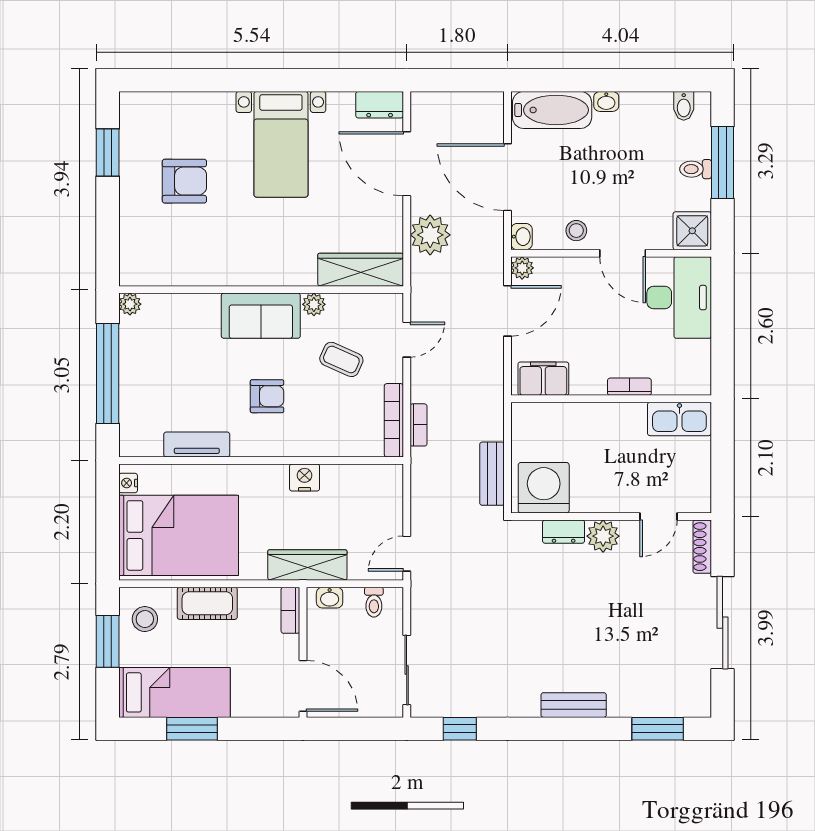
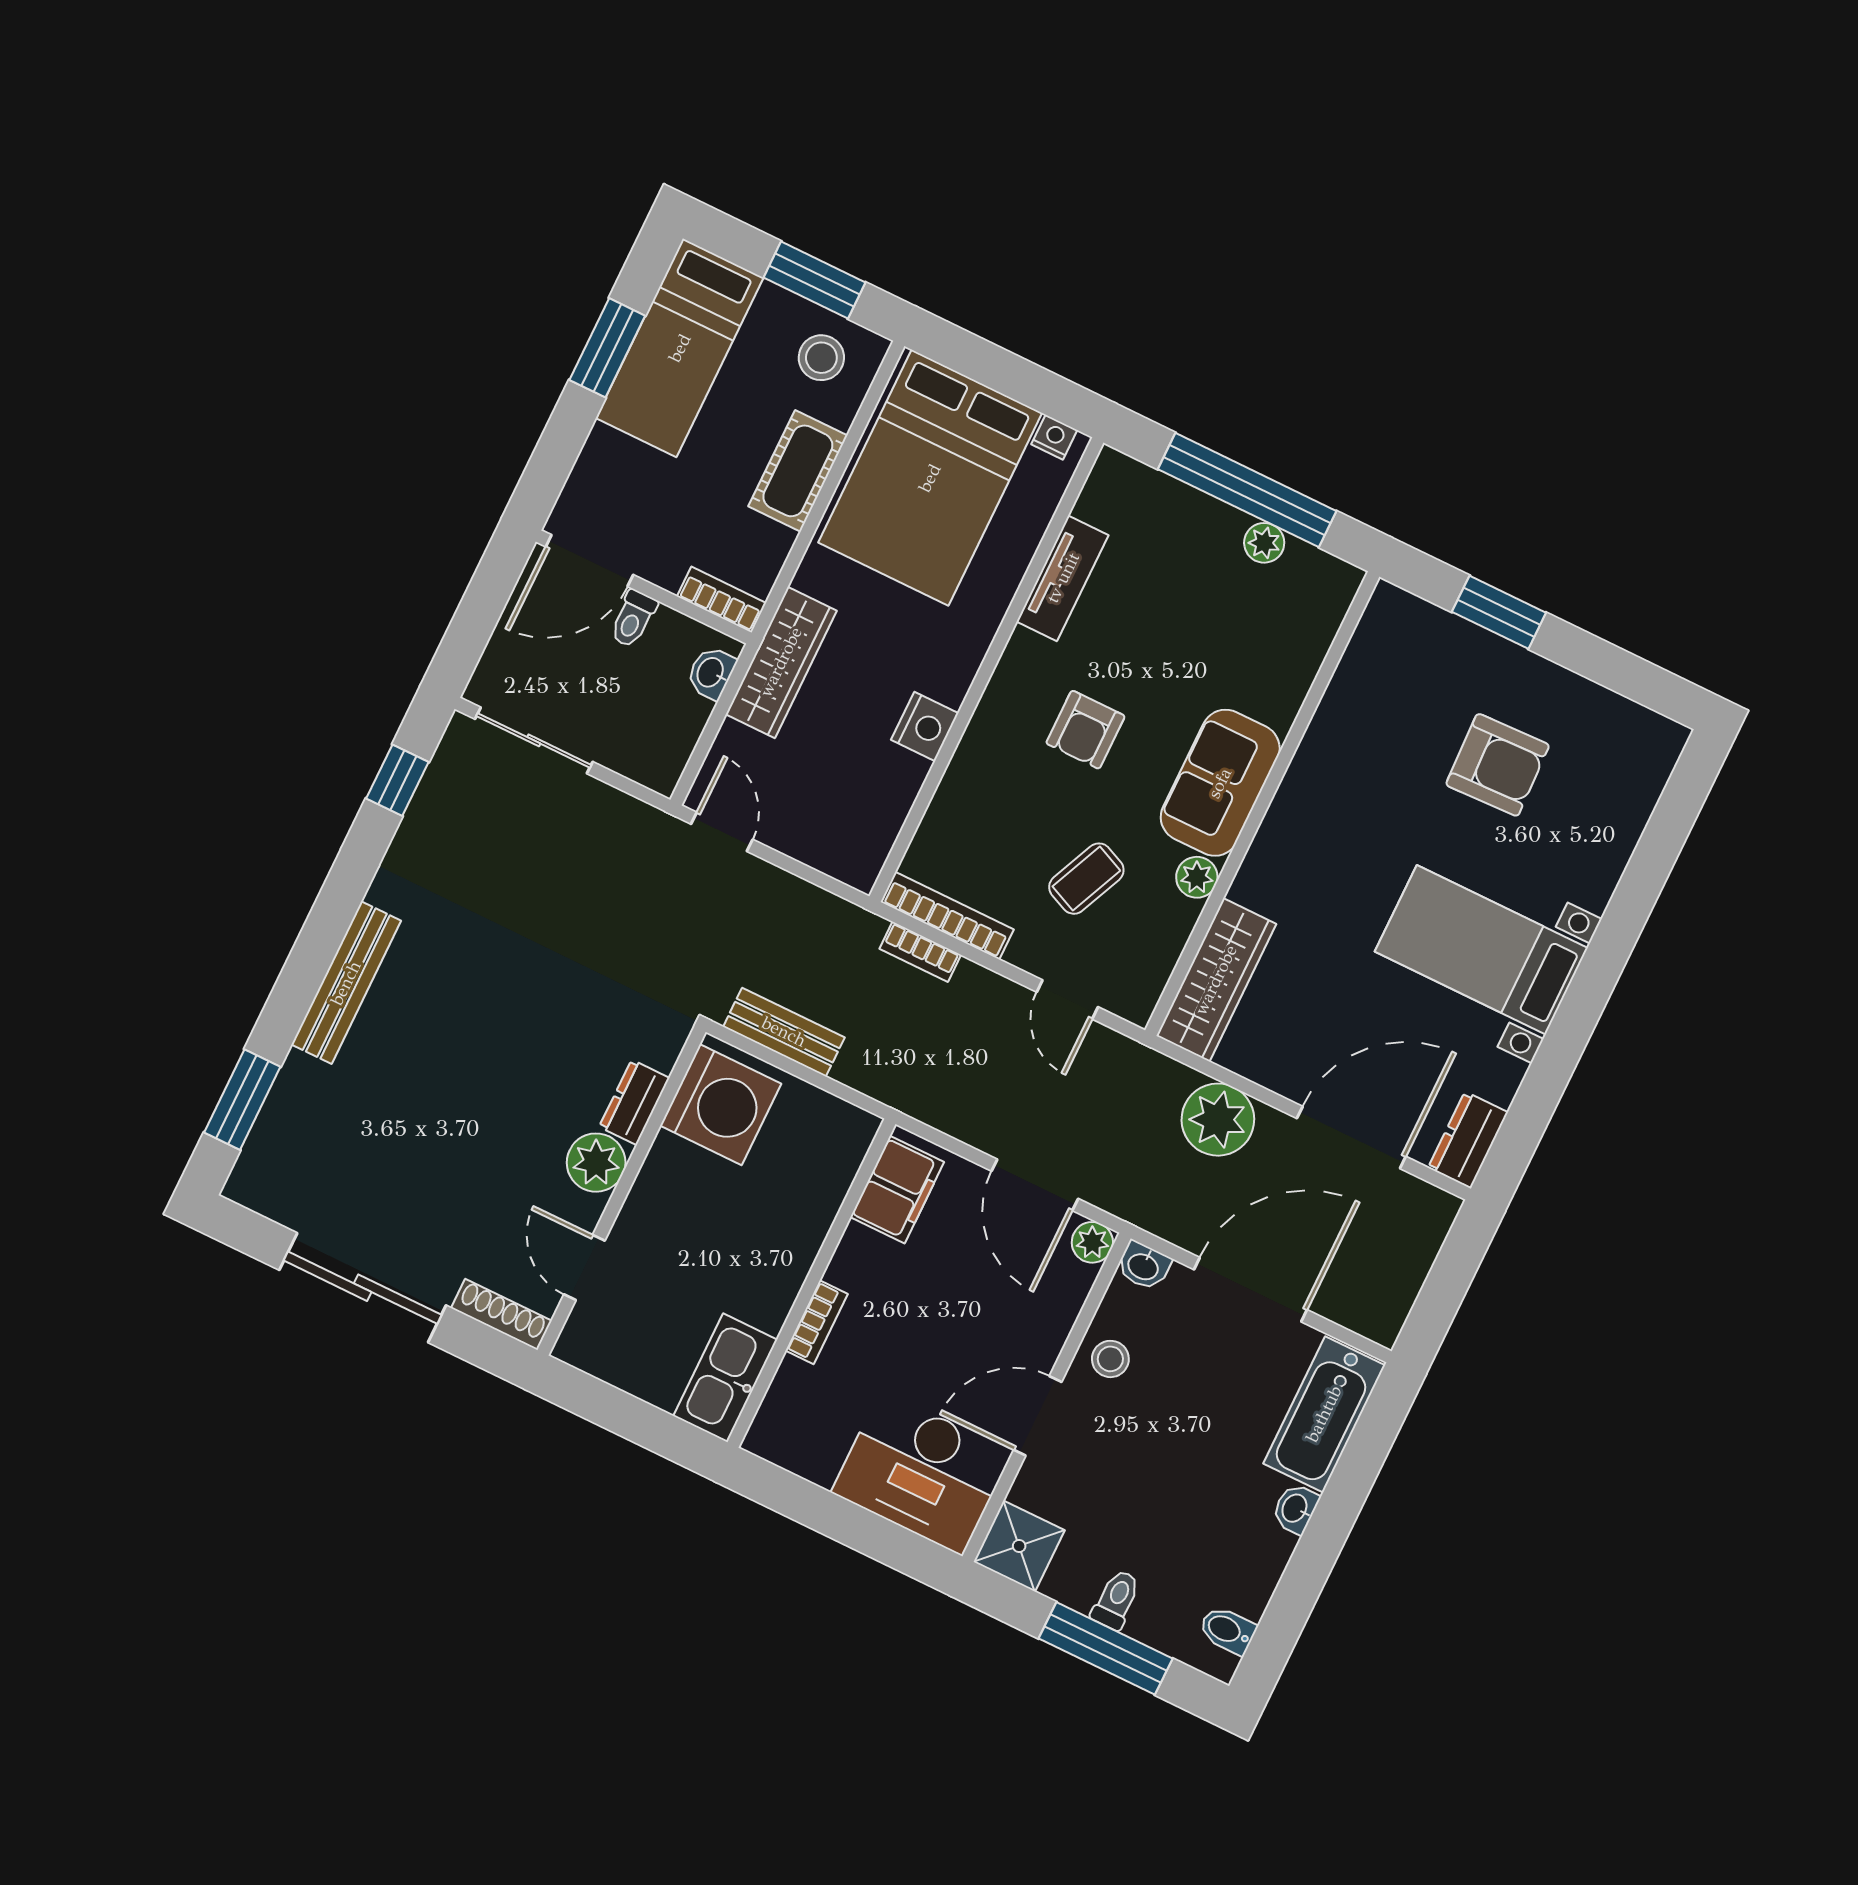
window: (108, 152) -> (1499, 612), moved
armchair: (184, 181) -> (1498, 765), turned -92
plant: (130, 304) -> (1264, 543), moved
toilet: (374, 602) -> (633, 619), moved, turned -90
bench: (574, 705) -> (346, 983), width x1.36

